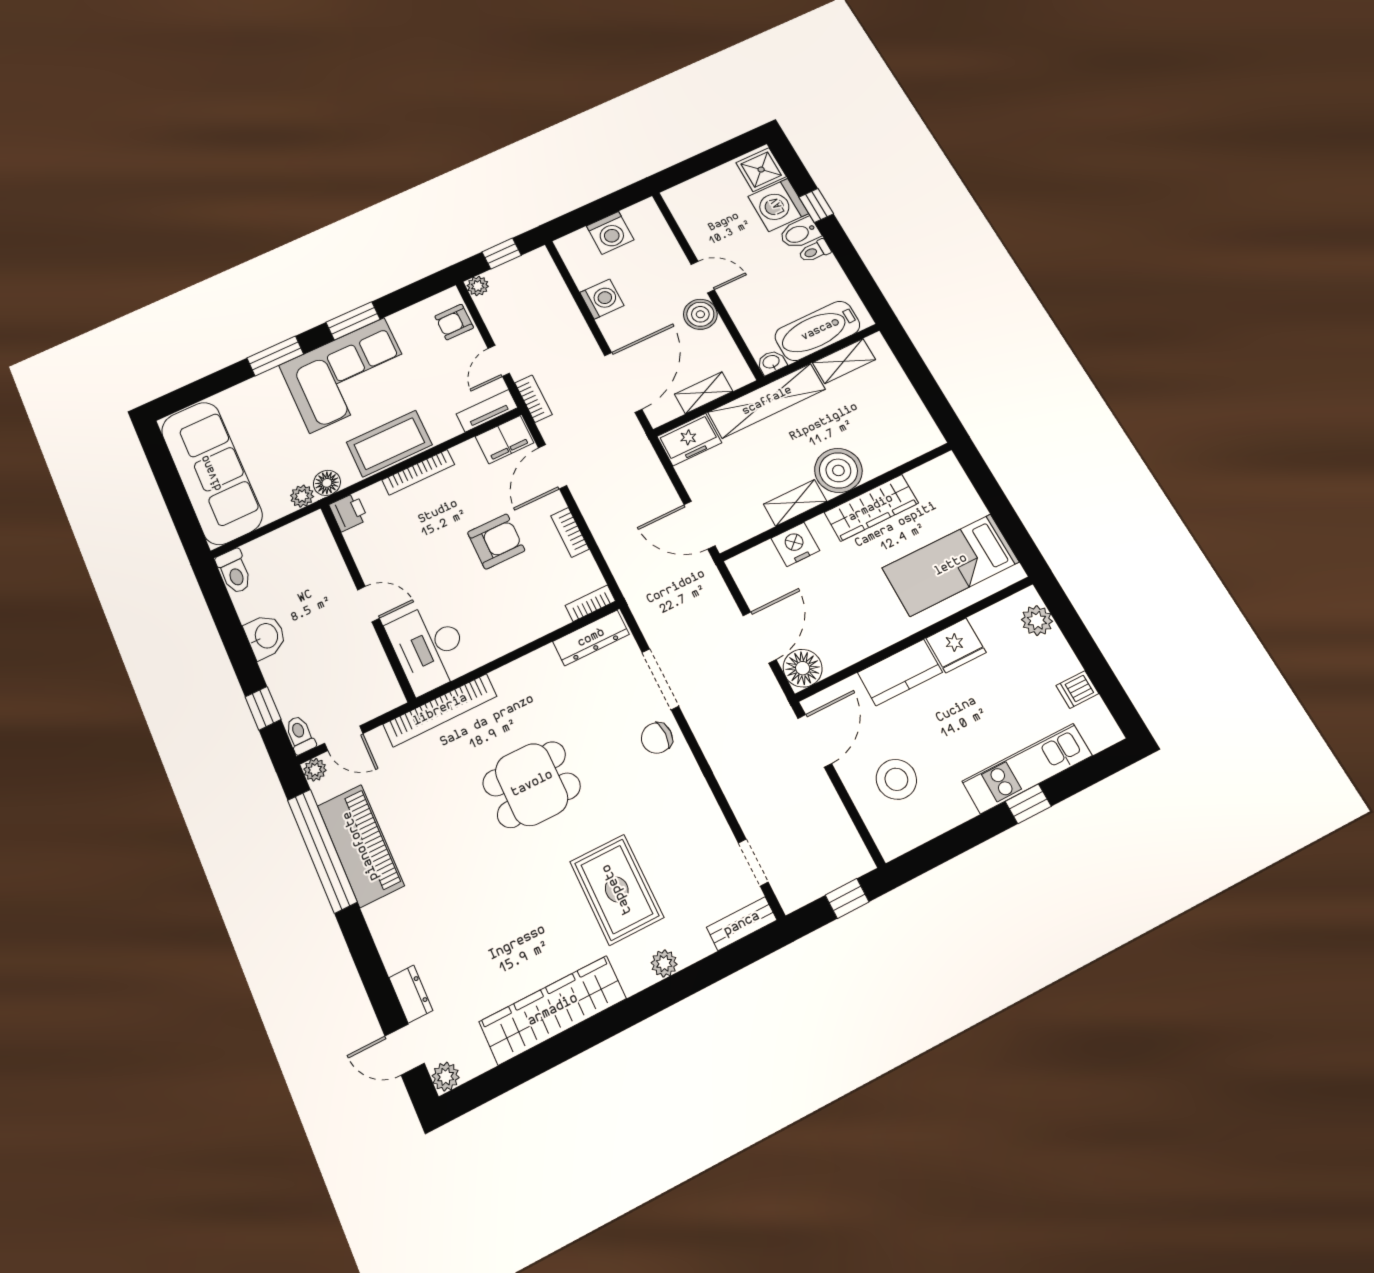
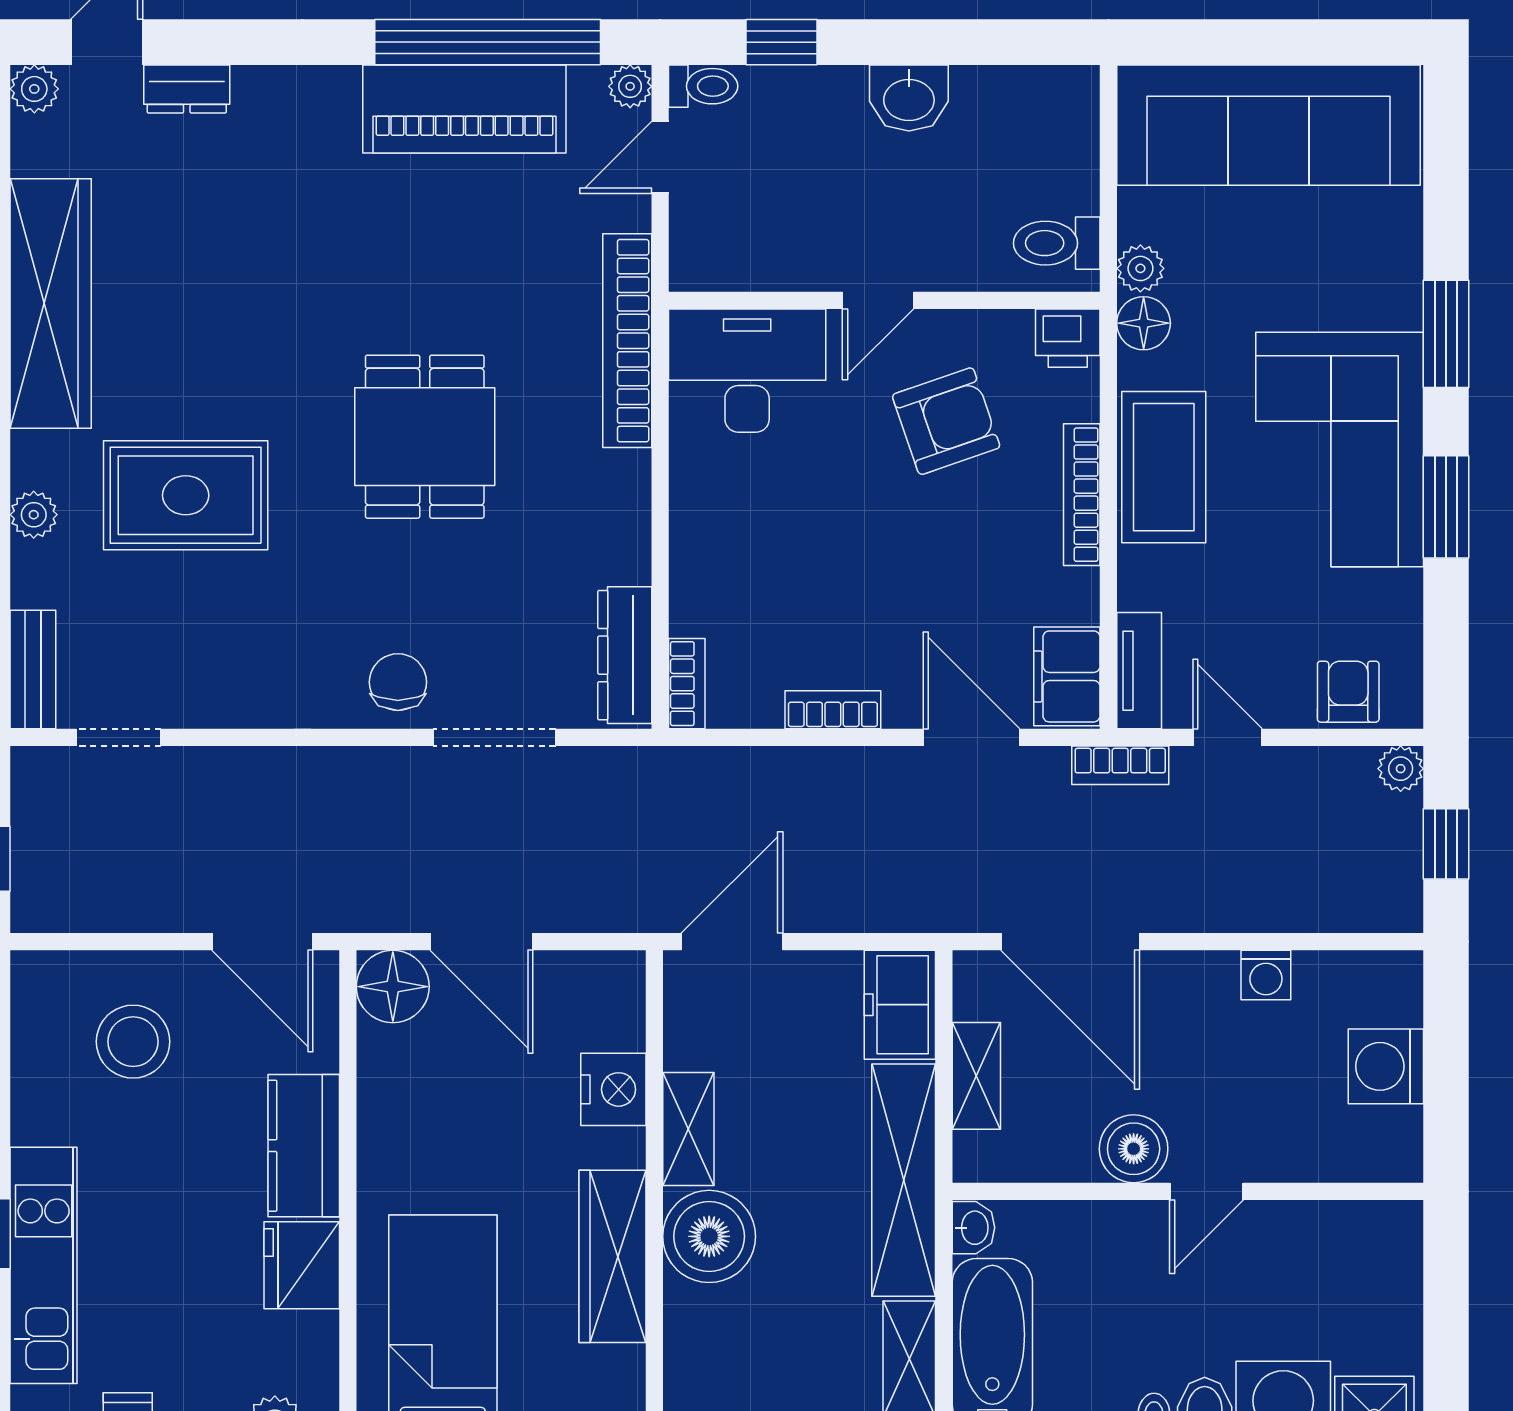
washing machine: (602, 299) -> (1266, 975), width x0.73, depth x0.73
armchair: (496, 541) -> (946, 421), moved, turned -109
toilet: (234, 571) -> (1057, 243), moved

